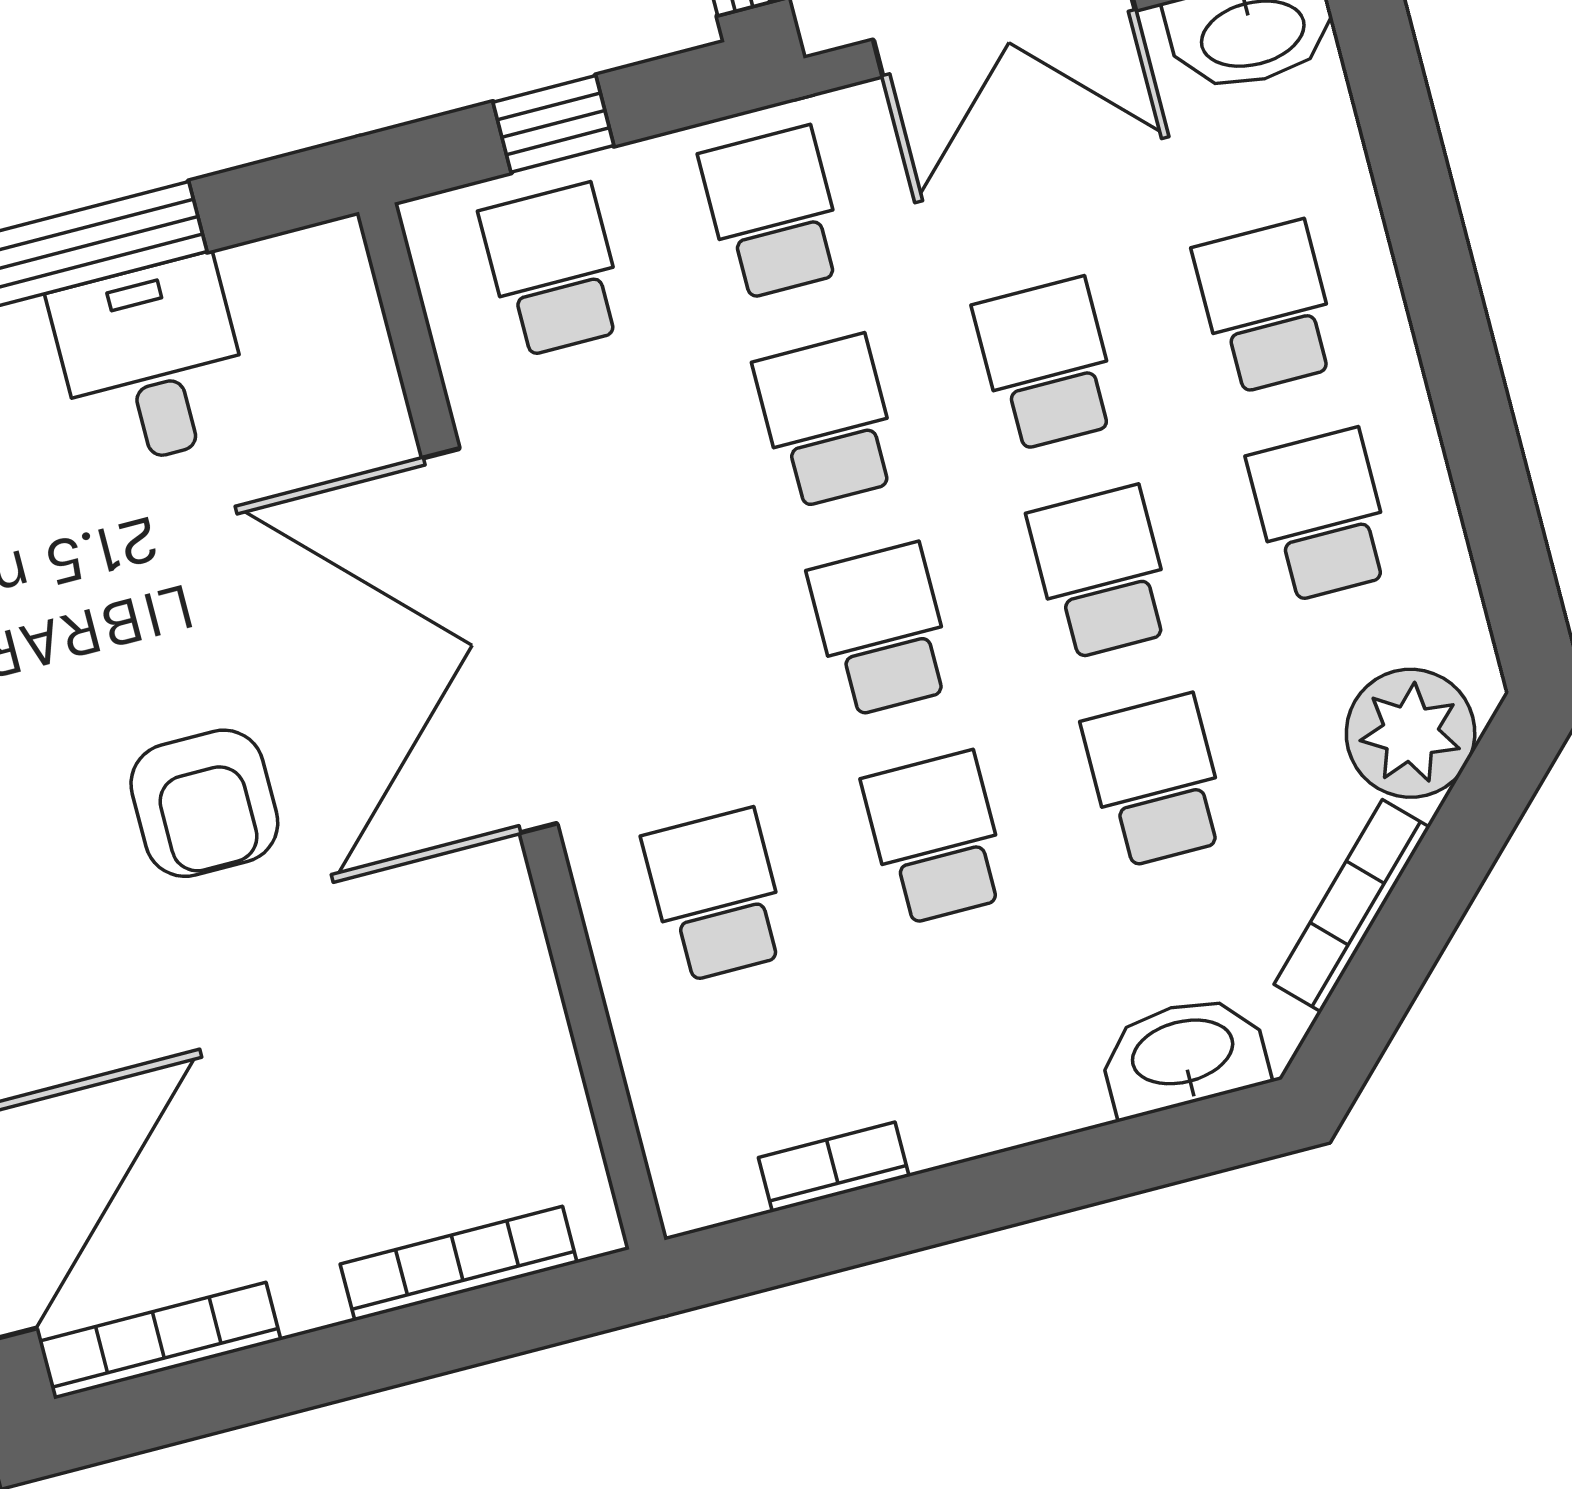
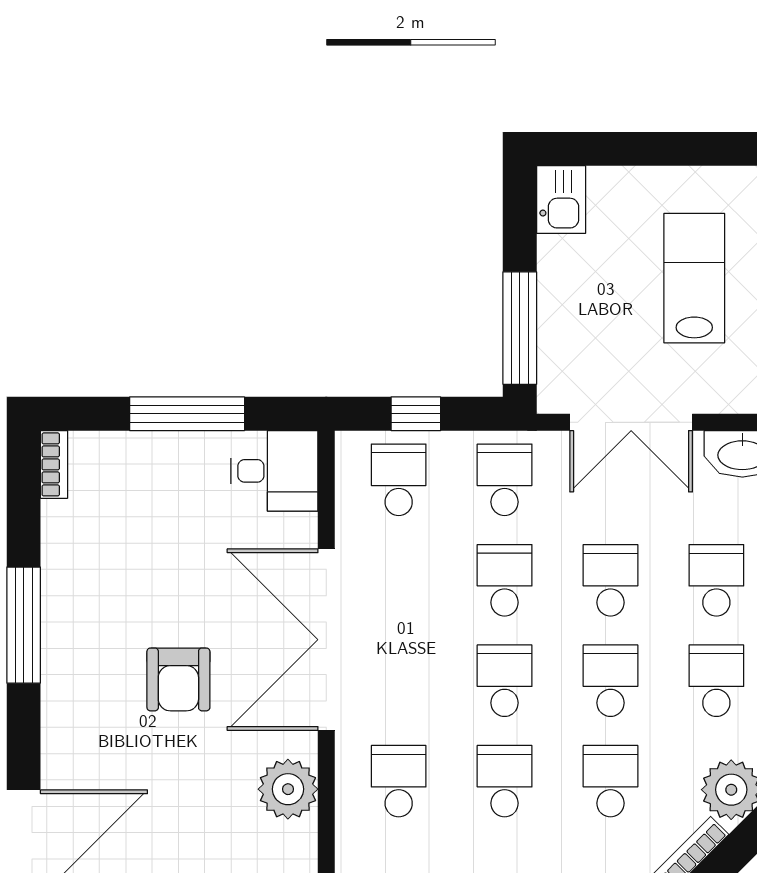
desk: (152, 362) -> (274, 471), moved, turned 90
plant: (491, 972) -> (288, 789), added

